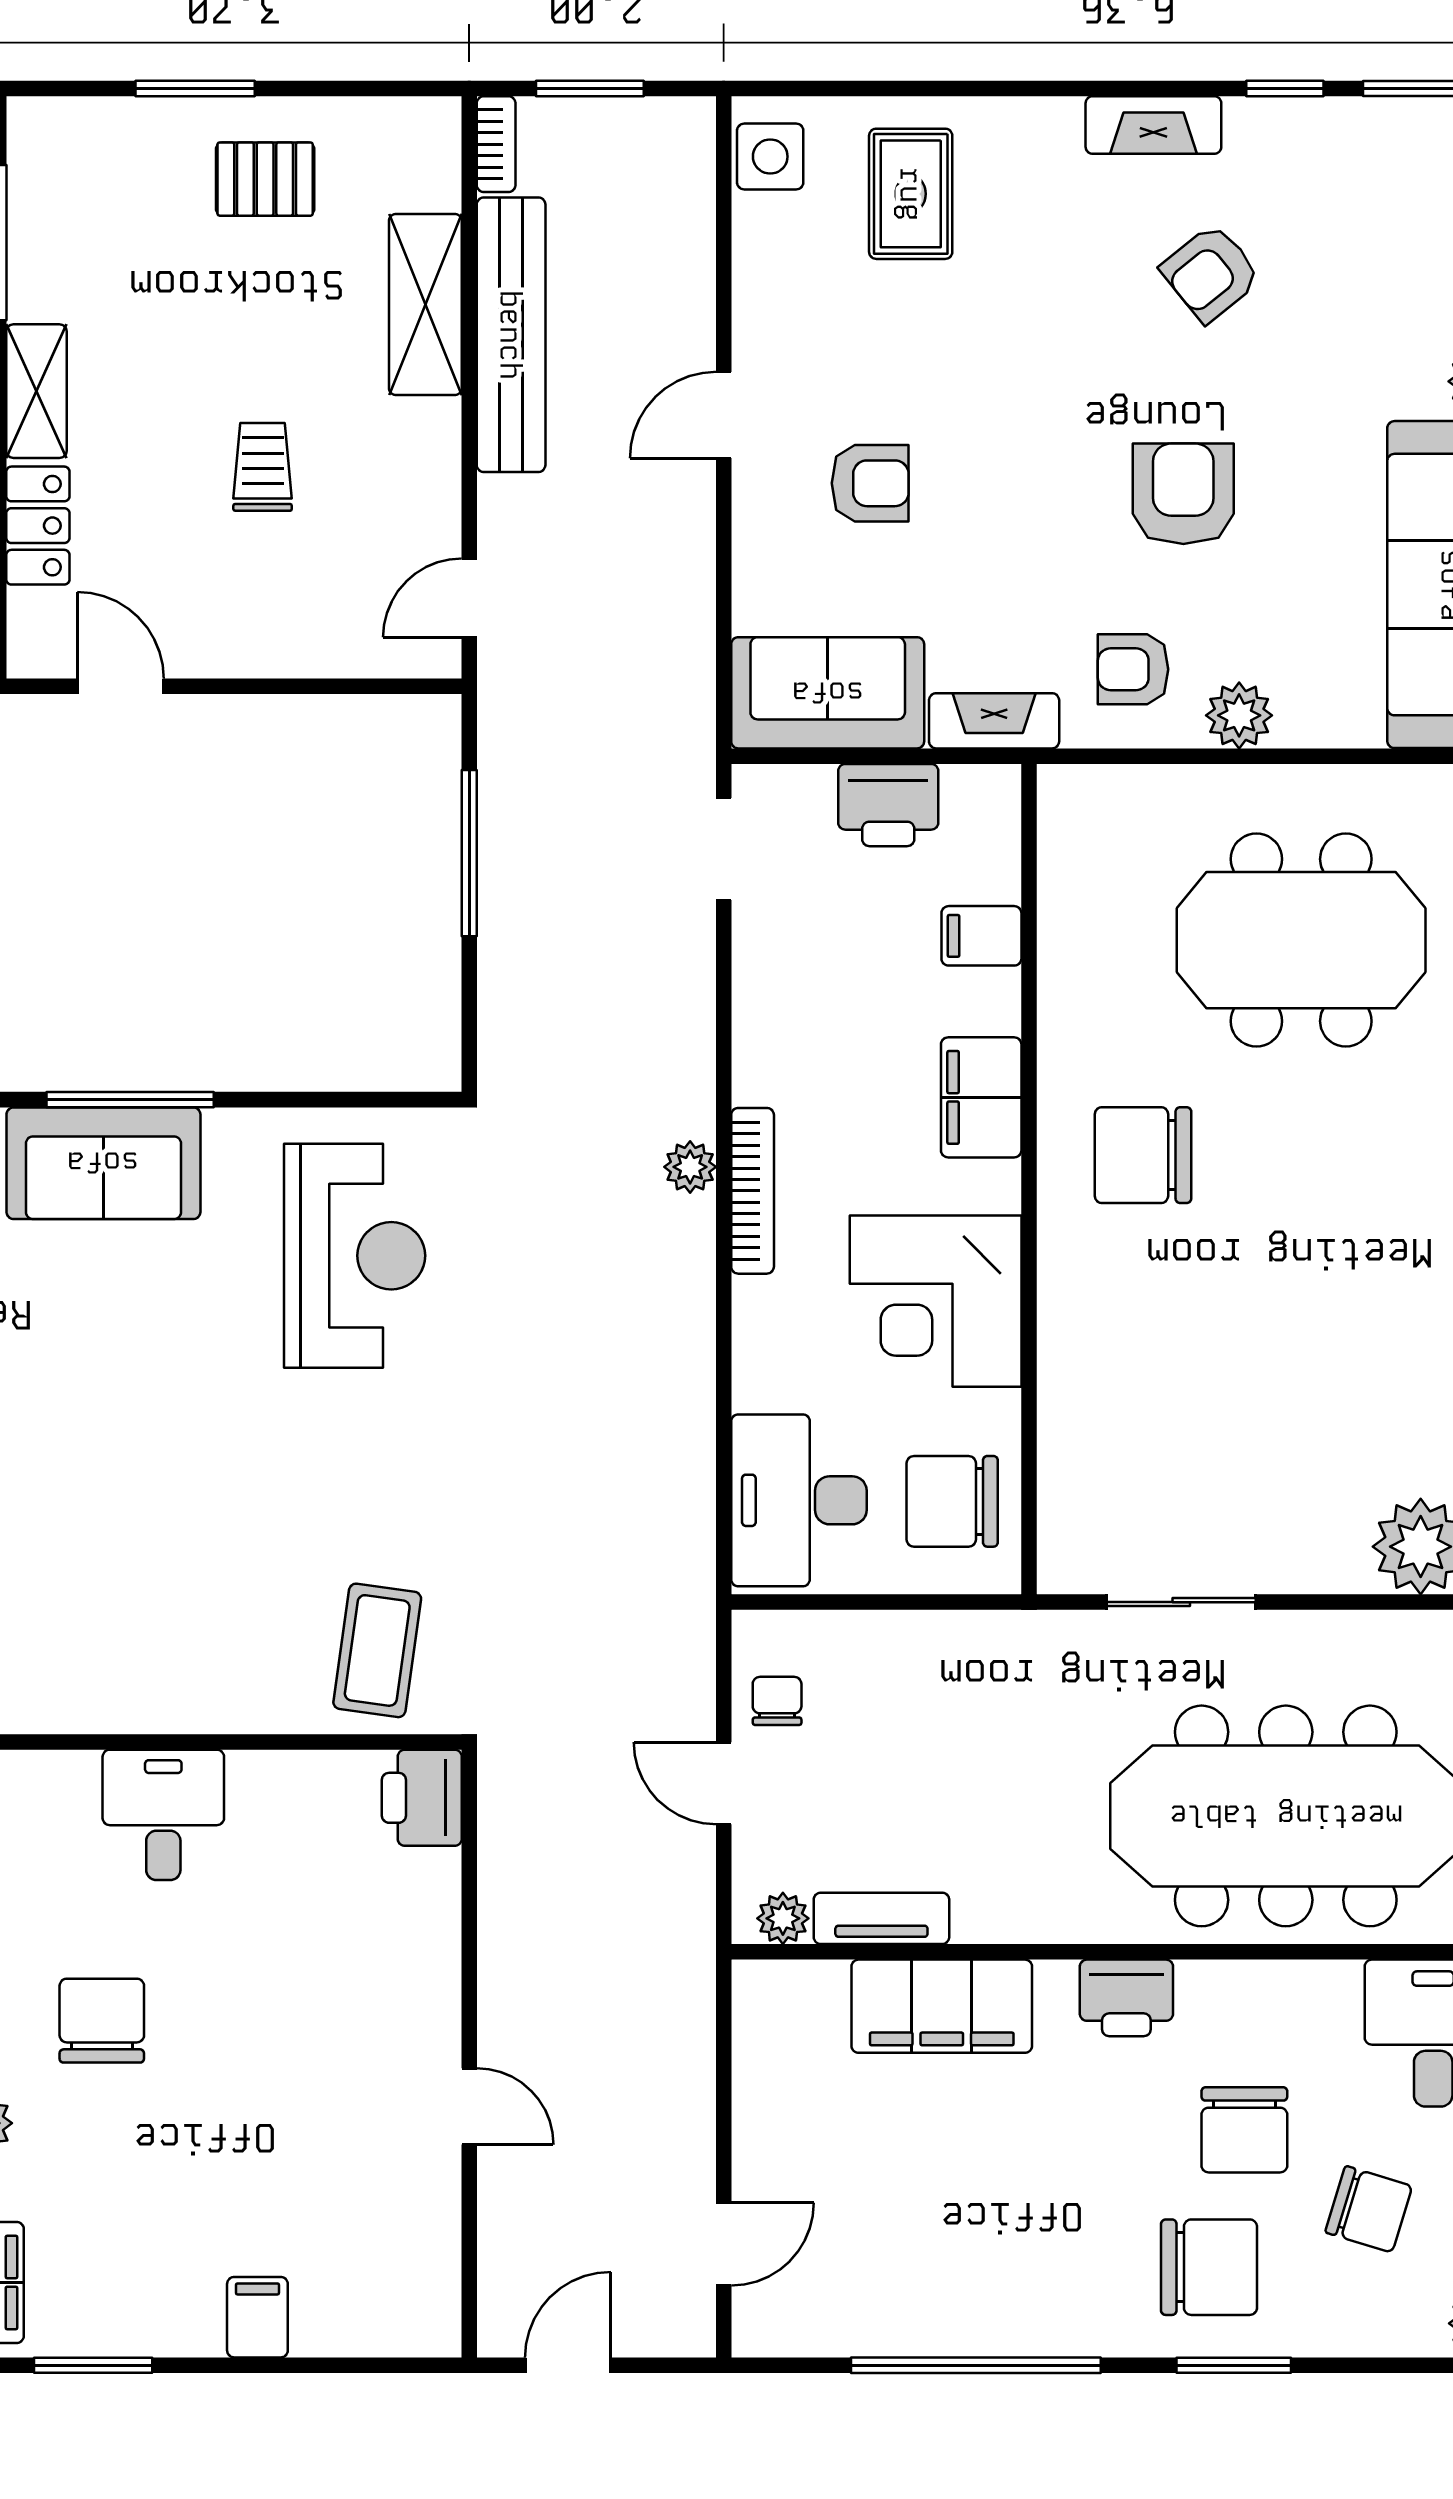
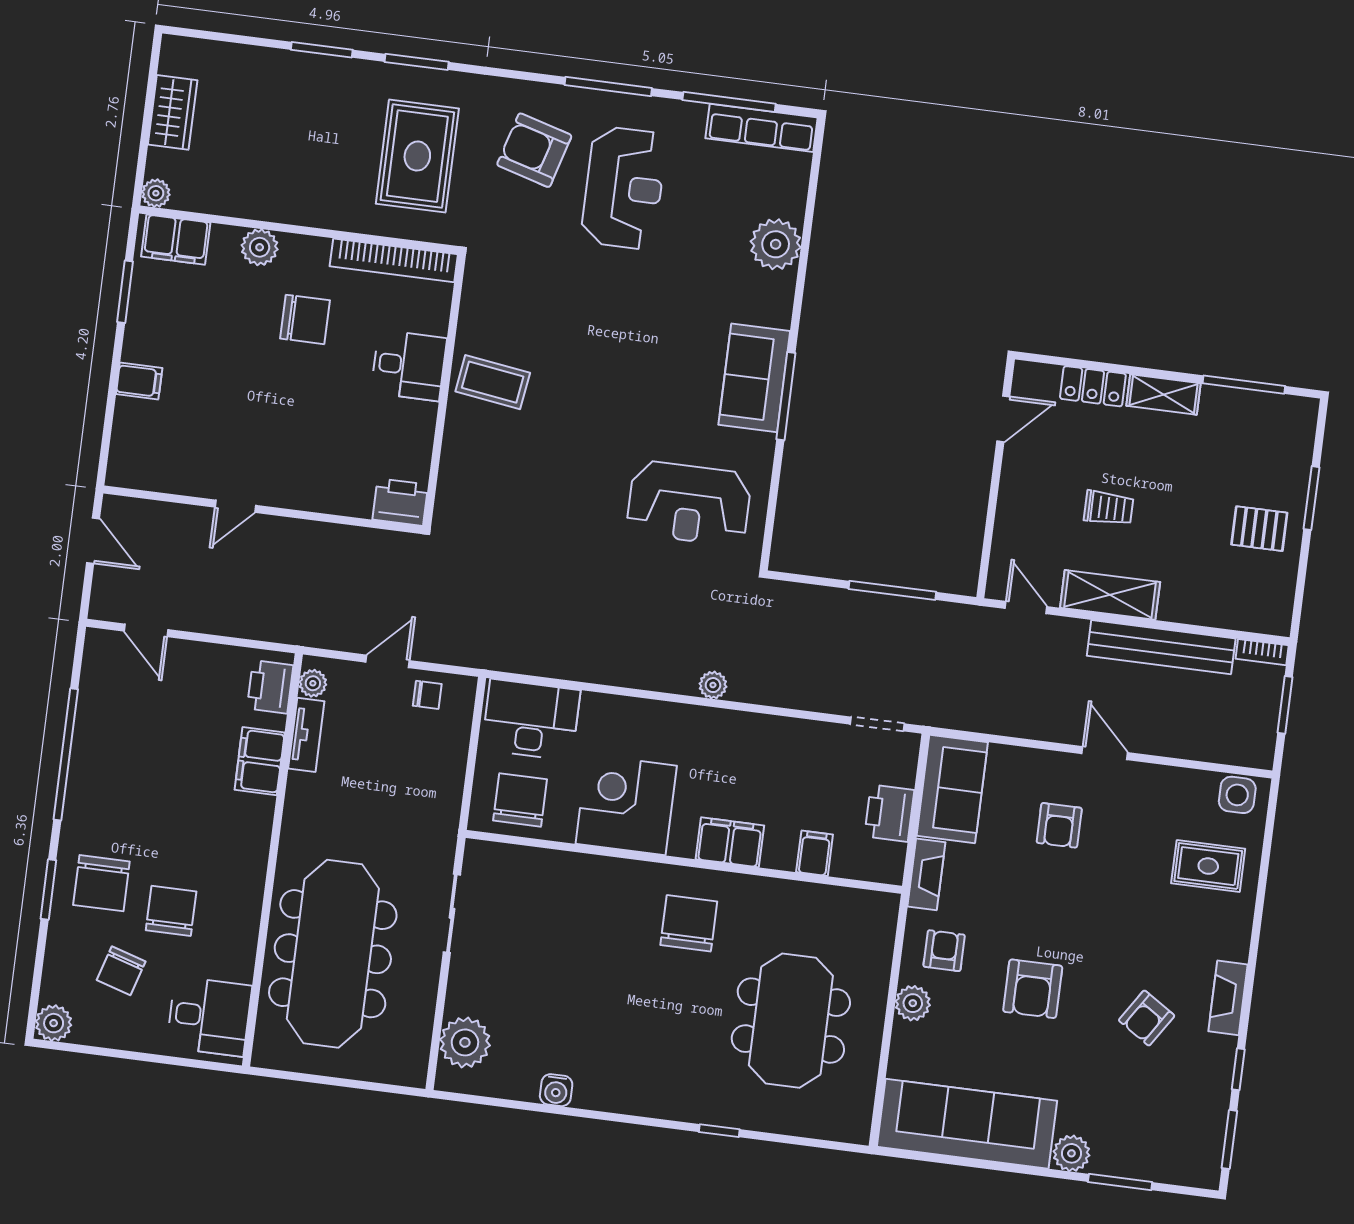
pallet: (265, 179) -> (1259, 529), turned 90
armchair: (1211, 273) -> (1147, 1018), turned -108
shelving: (425, 305) -> (1110, 595), moved
armchair: (1183, 494) -> (1033, 989), turned 90
bookcase: (753, 1191) -> (696, 716), removed
coffee table: (377, 1650) -> (493, 382), moved
printer: (1126, 1998) -> (270, 687), moved
filing cabinet: (942, 2006) -> (260, 761), width x0.67, depth x0.86
chair: (1244, 2130) -> (171, 911), turned 90

